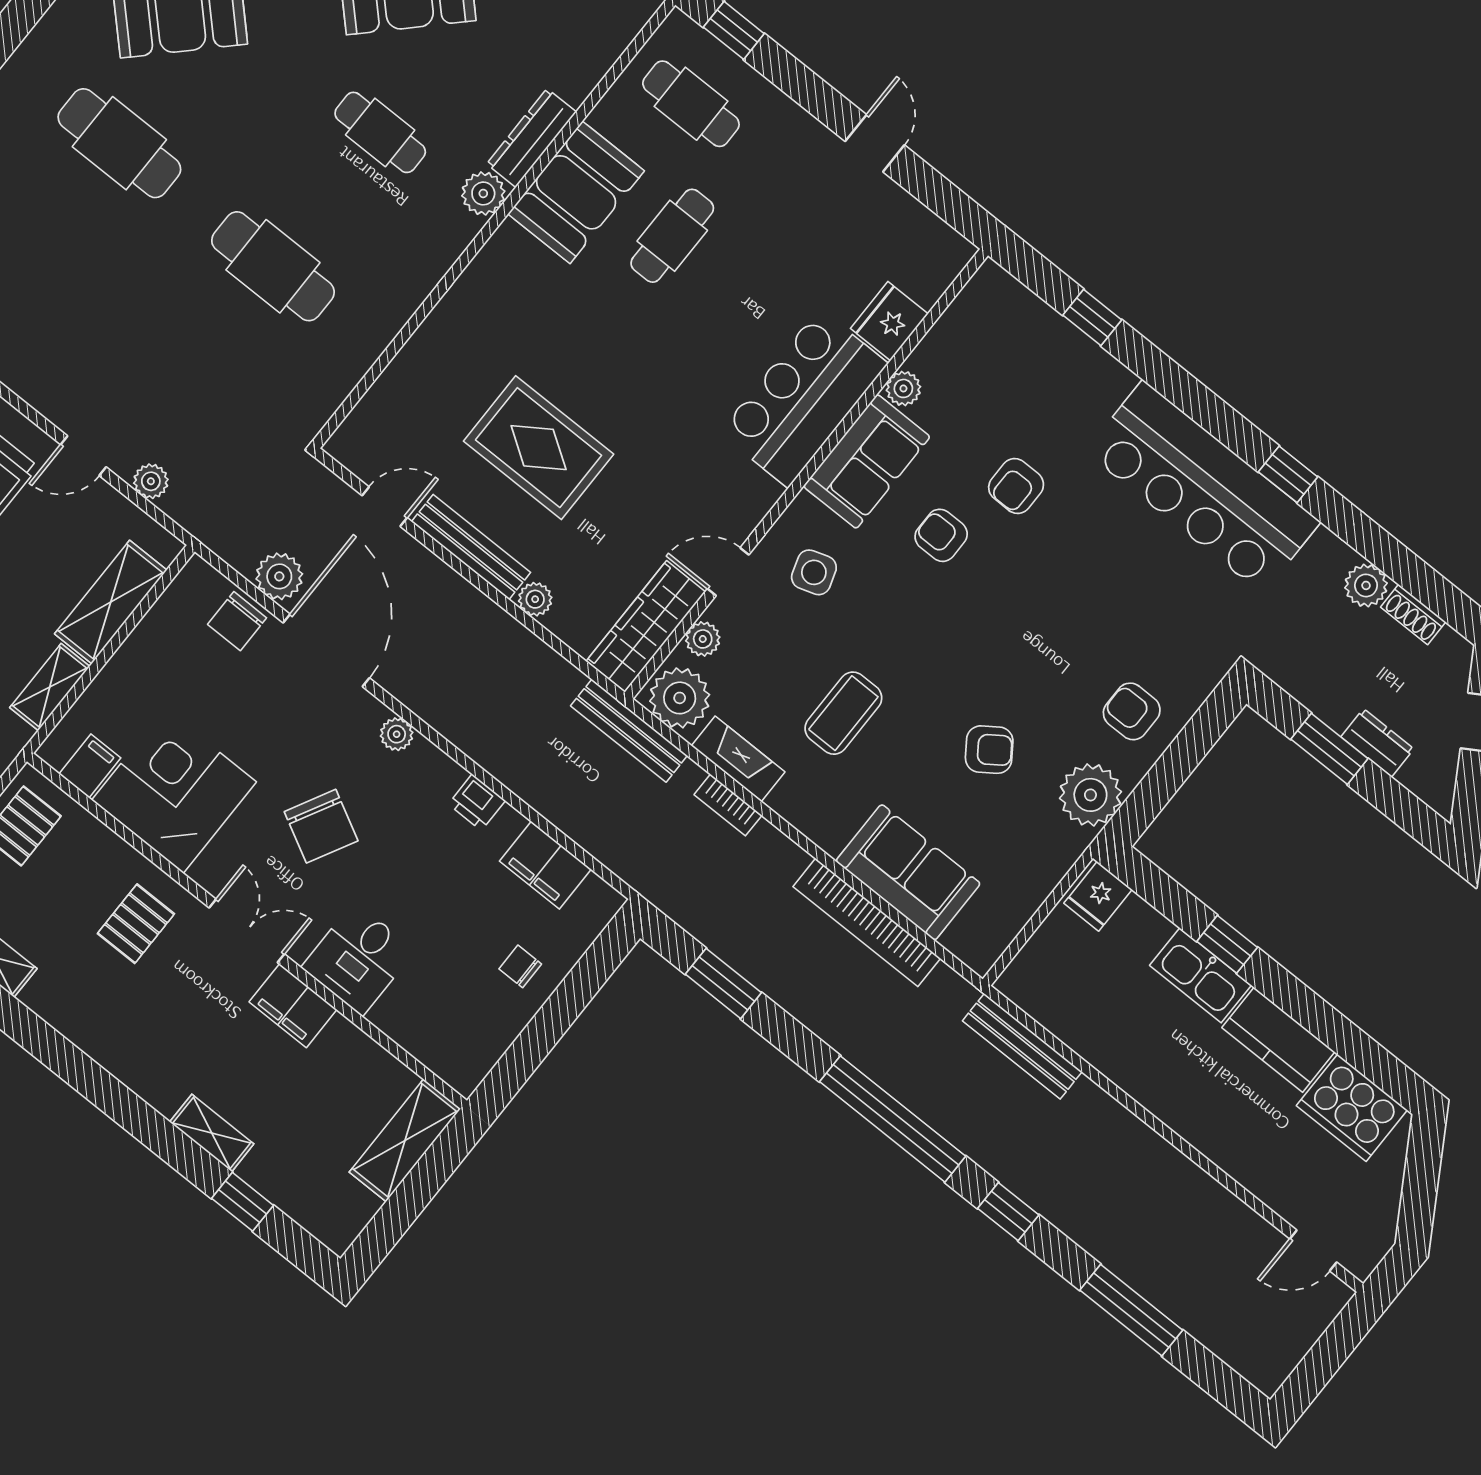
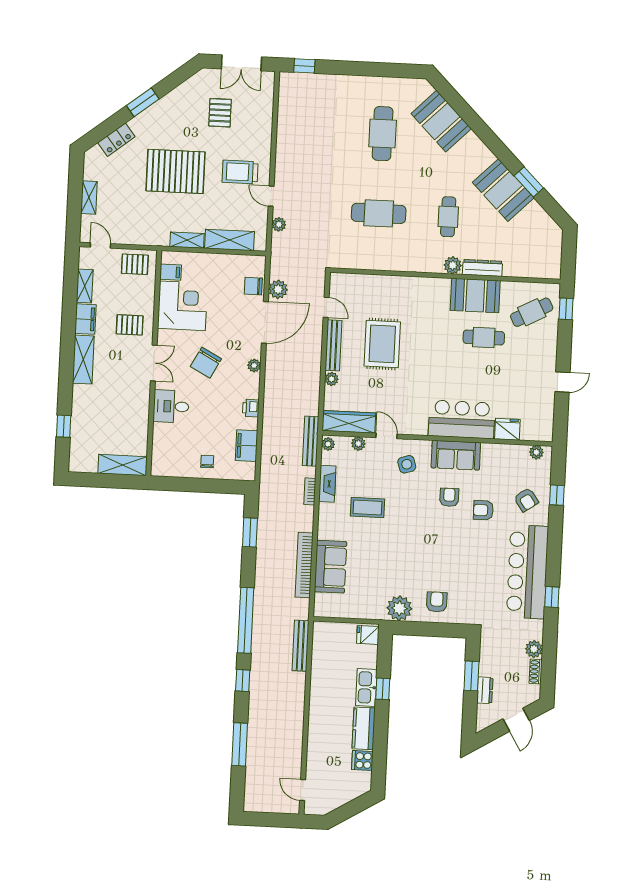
cafe table: (691, 104) -> (532, 312), turned 62
cafe table: (273, 266) -> (379, 213), turned 90
plant: (903, 388) -> (536, 452), moved
plant: (680, 698) -> (328, 444), width x0.53, depth x0.53
armchair: (989, 750) -> (526, 500), moved
filing cabinet: (293, 1006) -> (86, 319), moved, turned 180
cooker: (1352, 1108) -> (362, 760), width x0.53, depth x0.76
shelving: (212, 1133) -> (83, 360), moved, width x1.50, depth x1.33

